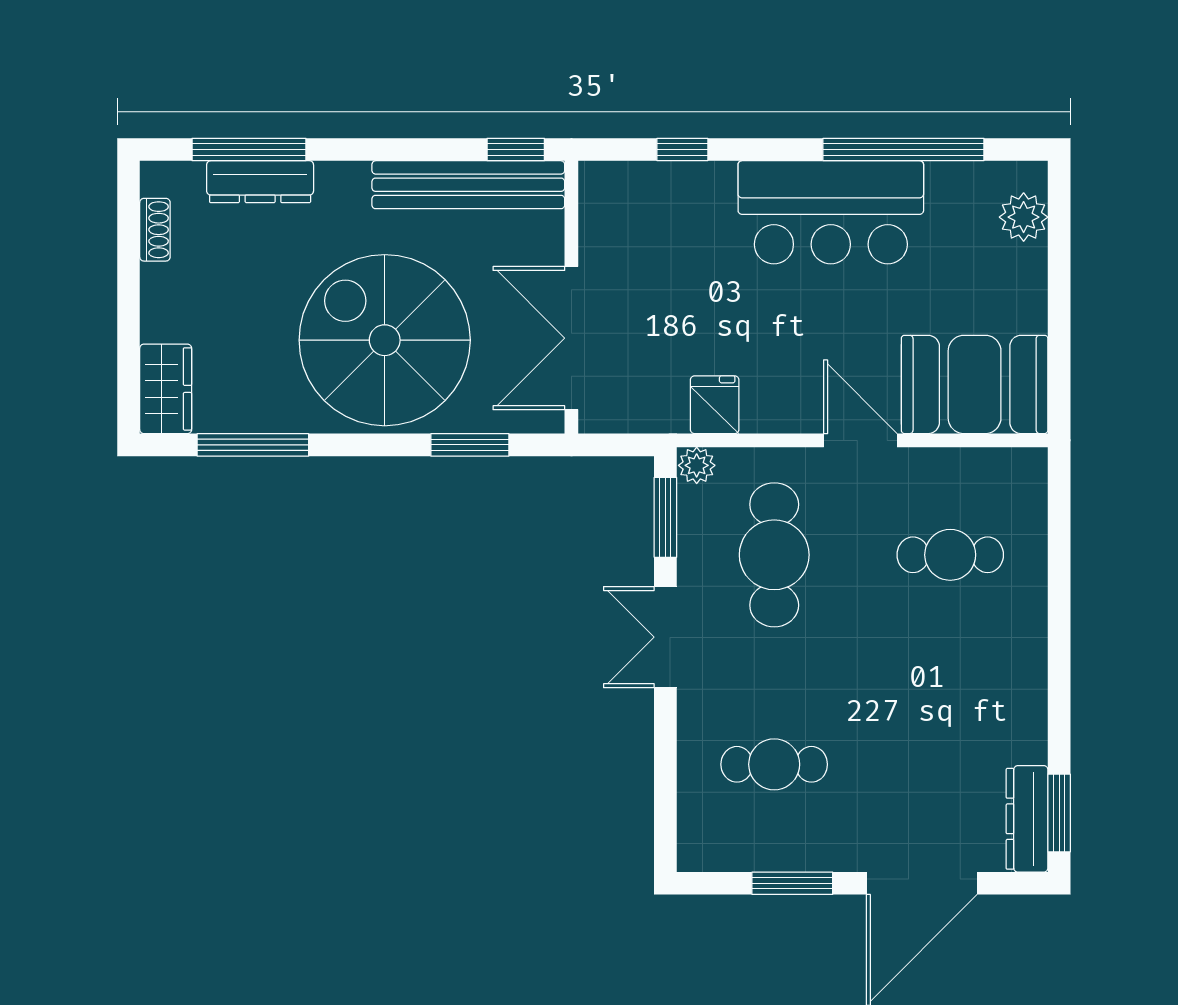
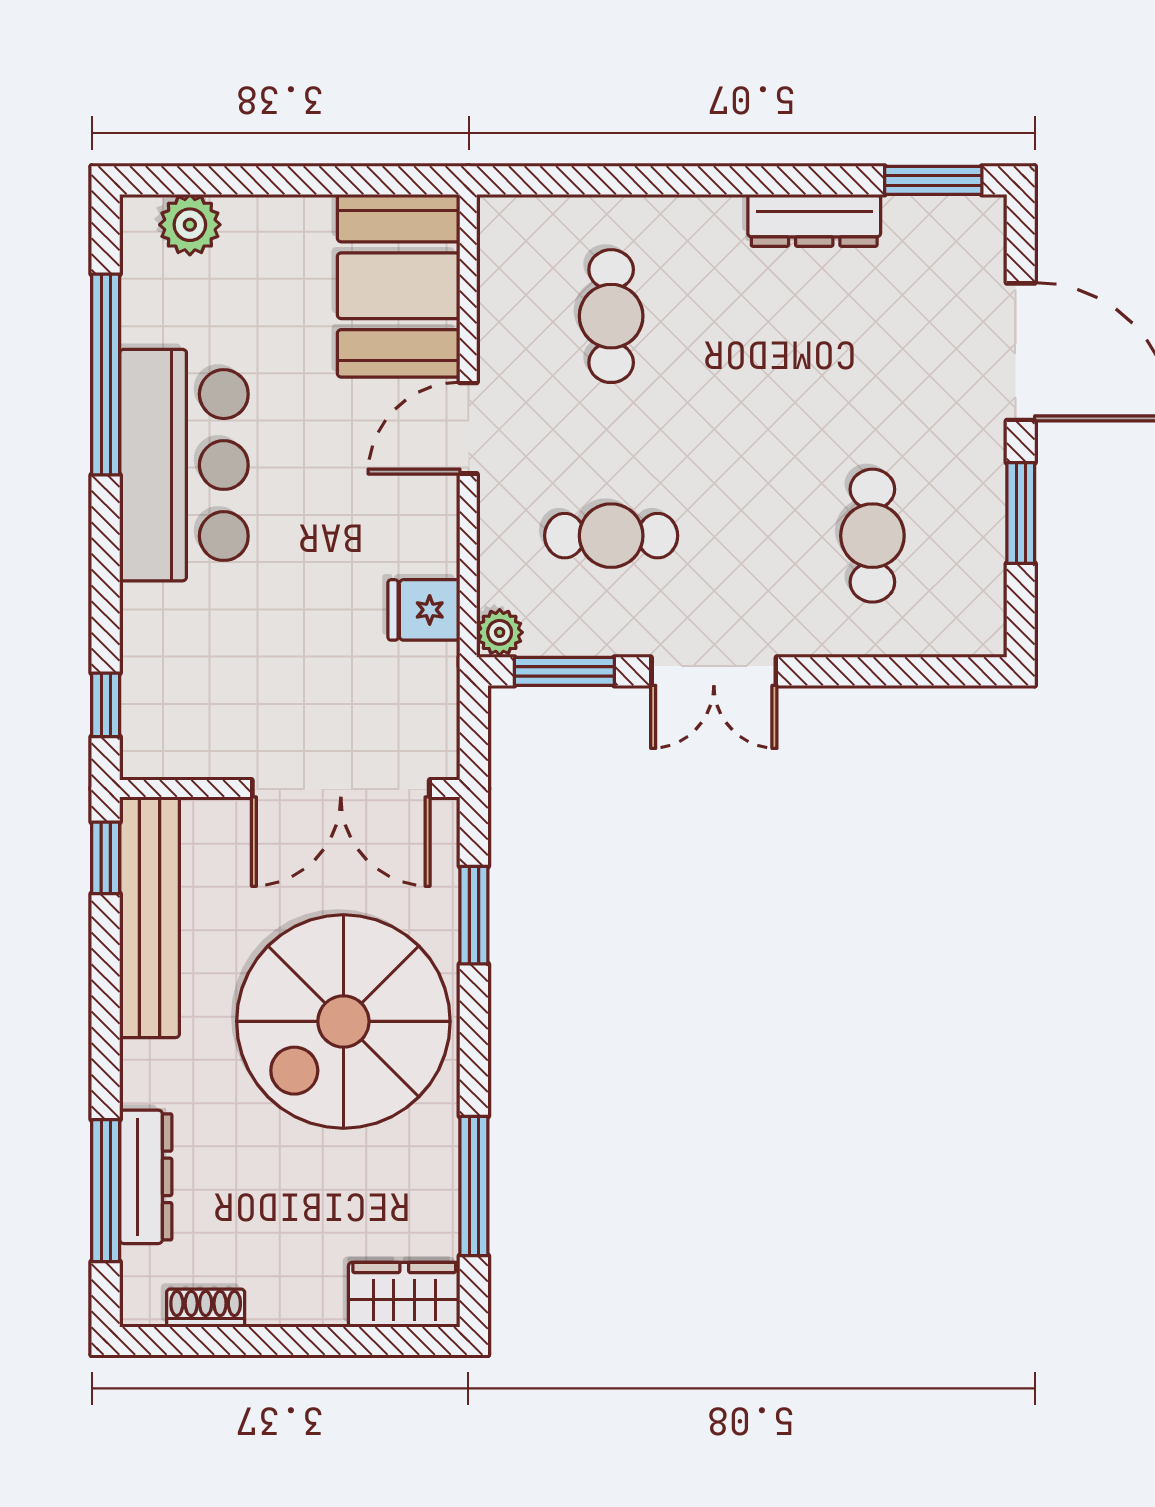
window: (682, 150) -> (106, 705), moved
cafe table: (774, 555) -> (611, 536), width x0.73, depth x0.74
dresser: (1027, 819) -> (814, 220), moved

